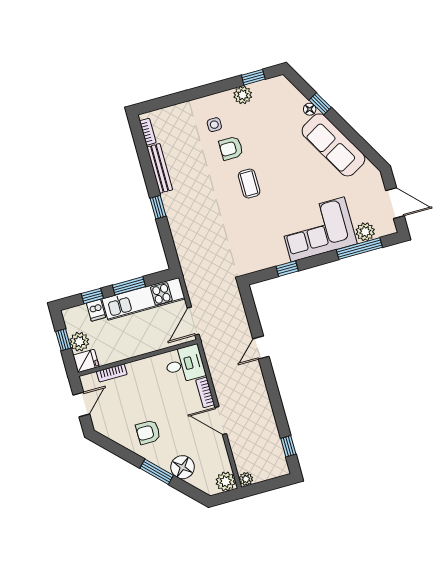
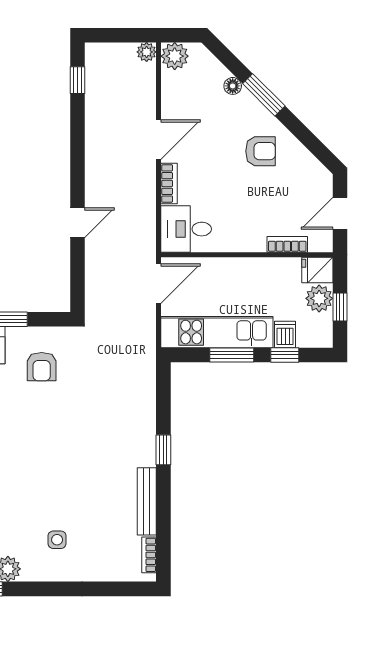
armchair: (231, 148) -> (42, 367), moved, turned 90
coffee table: (249, 184) -> (32, 448), removed
door: (221, 421) -> (159, 140), hinge flipped
floor lamp: (183, 467) -> (233, 86), width x0.53, depth x0.53

